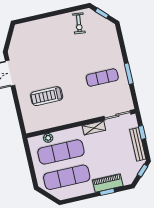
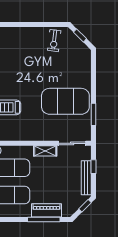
window: (129, 74) -> (93, 114), moved
exercise mat: (102, 78) -> (65, 101), width x2.00, depth x1.45
window: (107, 192) -> (44, 219), width x2.17

